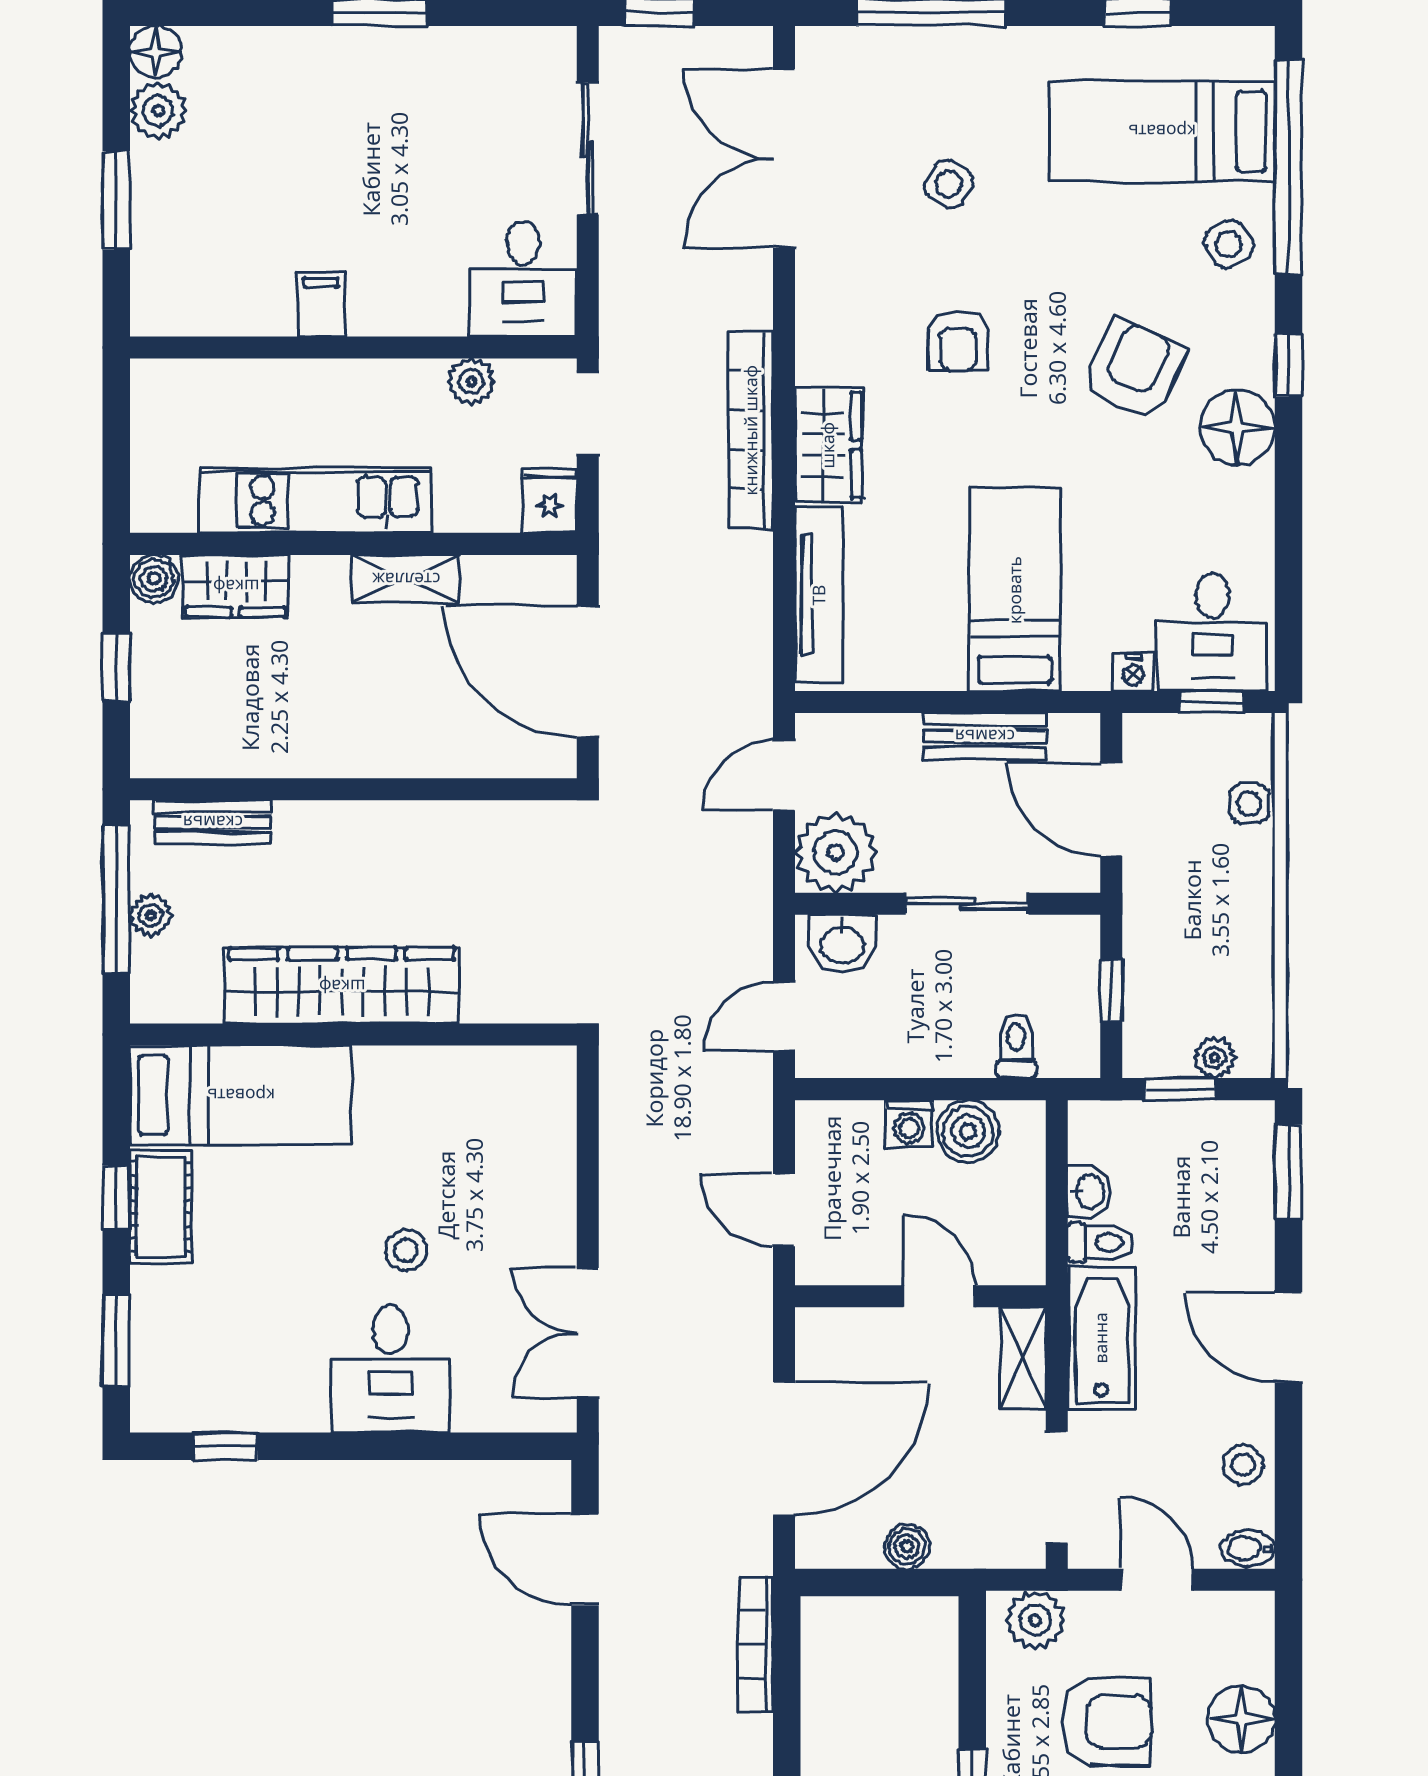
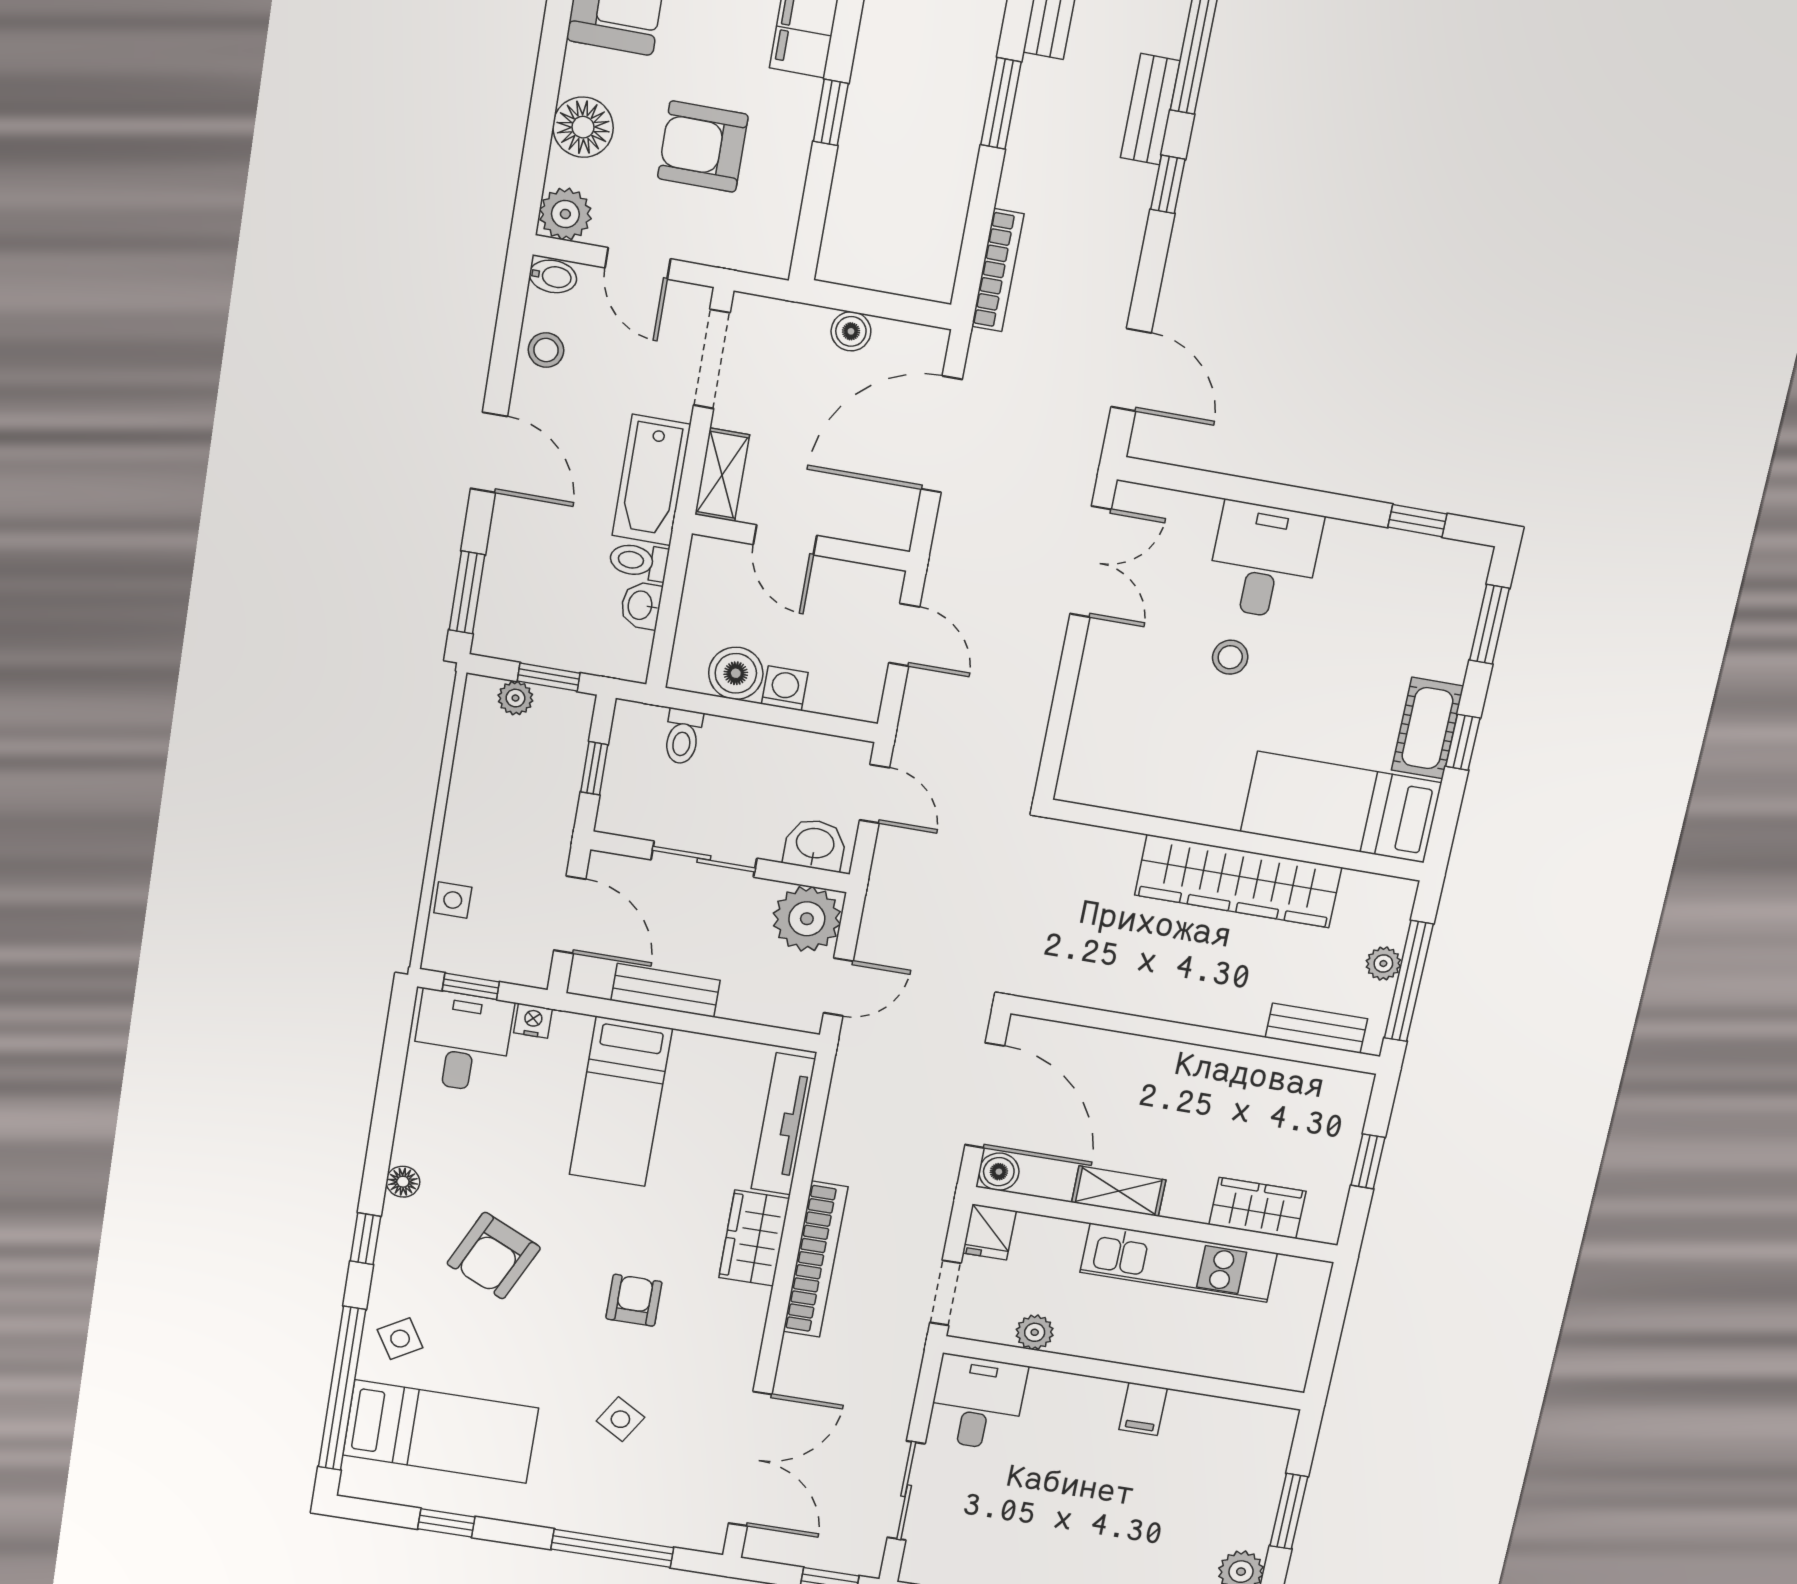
floor lamp: (1237, 427) -> (403, 1182), width x0.53, depth x0.53
boiler: (154, 579) -> (999, 1172), moved
door: (784, 1016) -> (874, 794), hinge flipped
plant: (1035, 1620) -> (565, 214), moved

